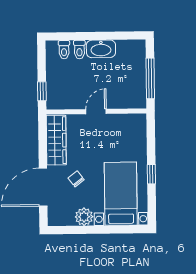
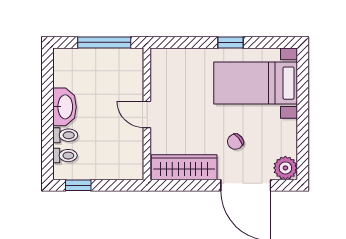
window: (42, 91) -> (78, 185), moved
plant: (84, 217) -> (285, 168), moved

